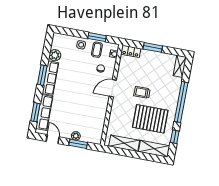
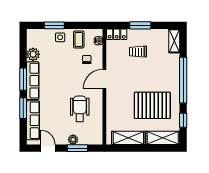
window: (97, 37) -> (54, 25), moved
trolley: (142, 92) -> (138, 52), moved
wheelchair: (87, 110) -> (80, 109), added
window: (35, 112) -> (23, 108), moved

